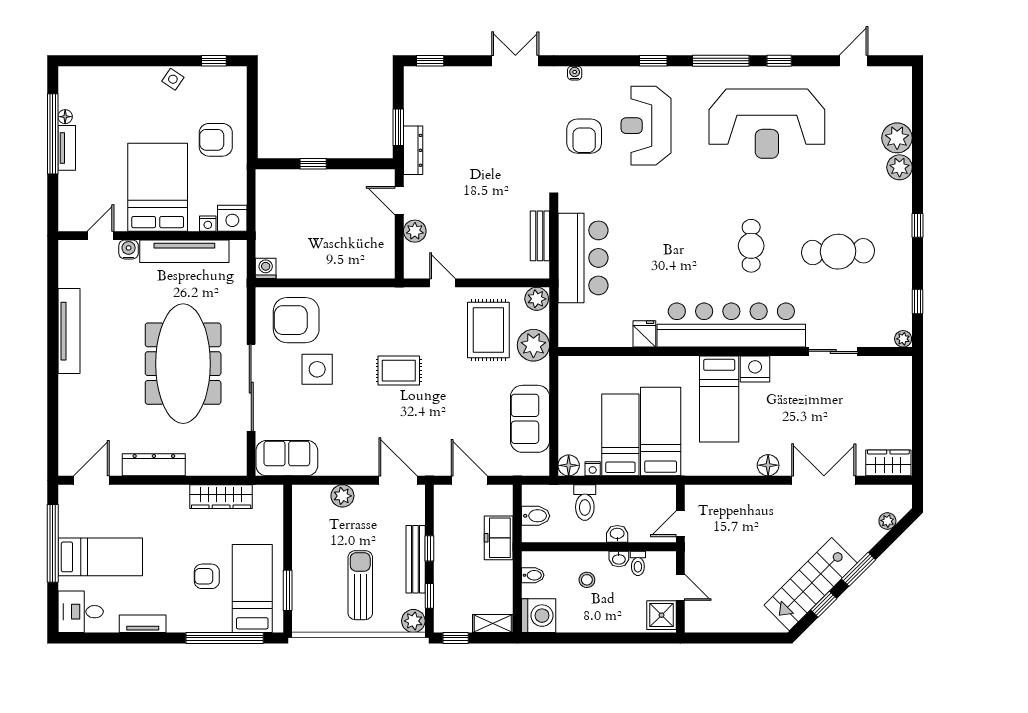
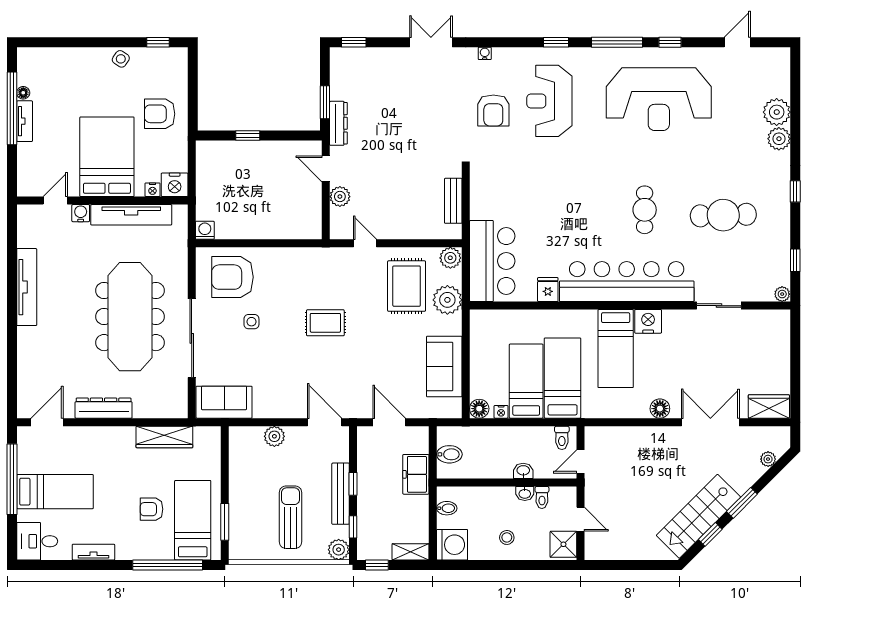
bar counter: (583, 258) -> (492, 261), moved
side table: (317, 369) -> (251, 322), width x0.54, depth x0.54
toilet: (585, 502) -> (562, 438), moved, width x0.73, depth x0.72
stool: (587, 580) -> (507, 537), moved

